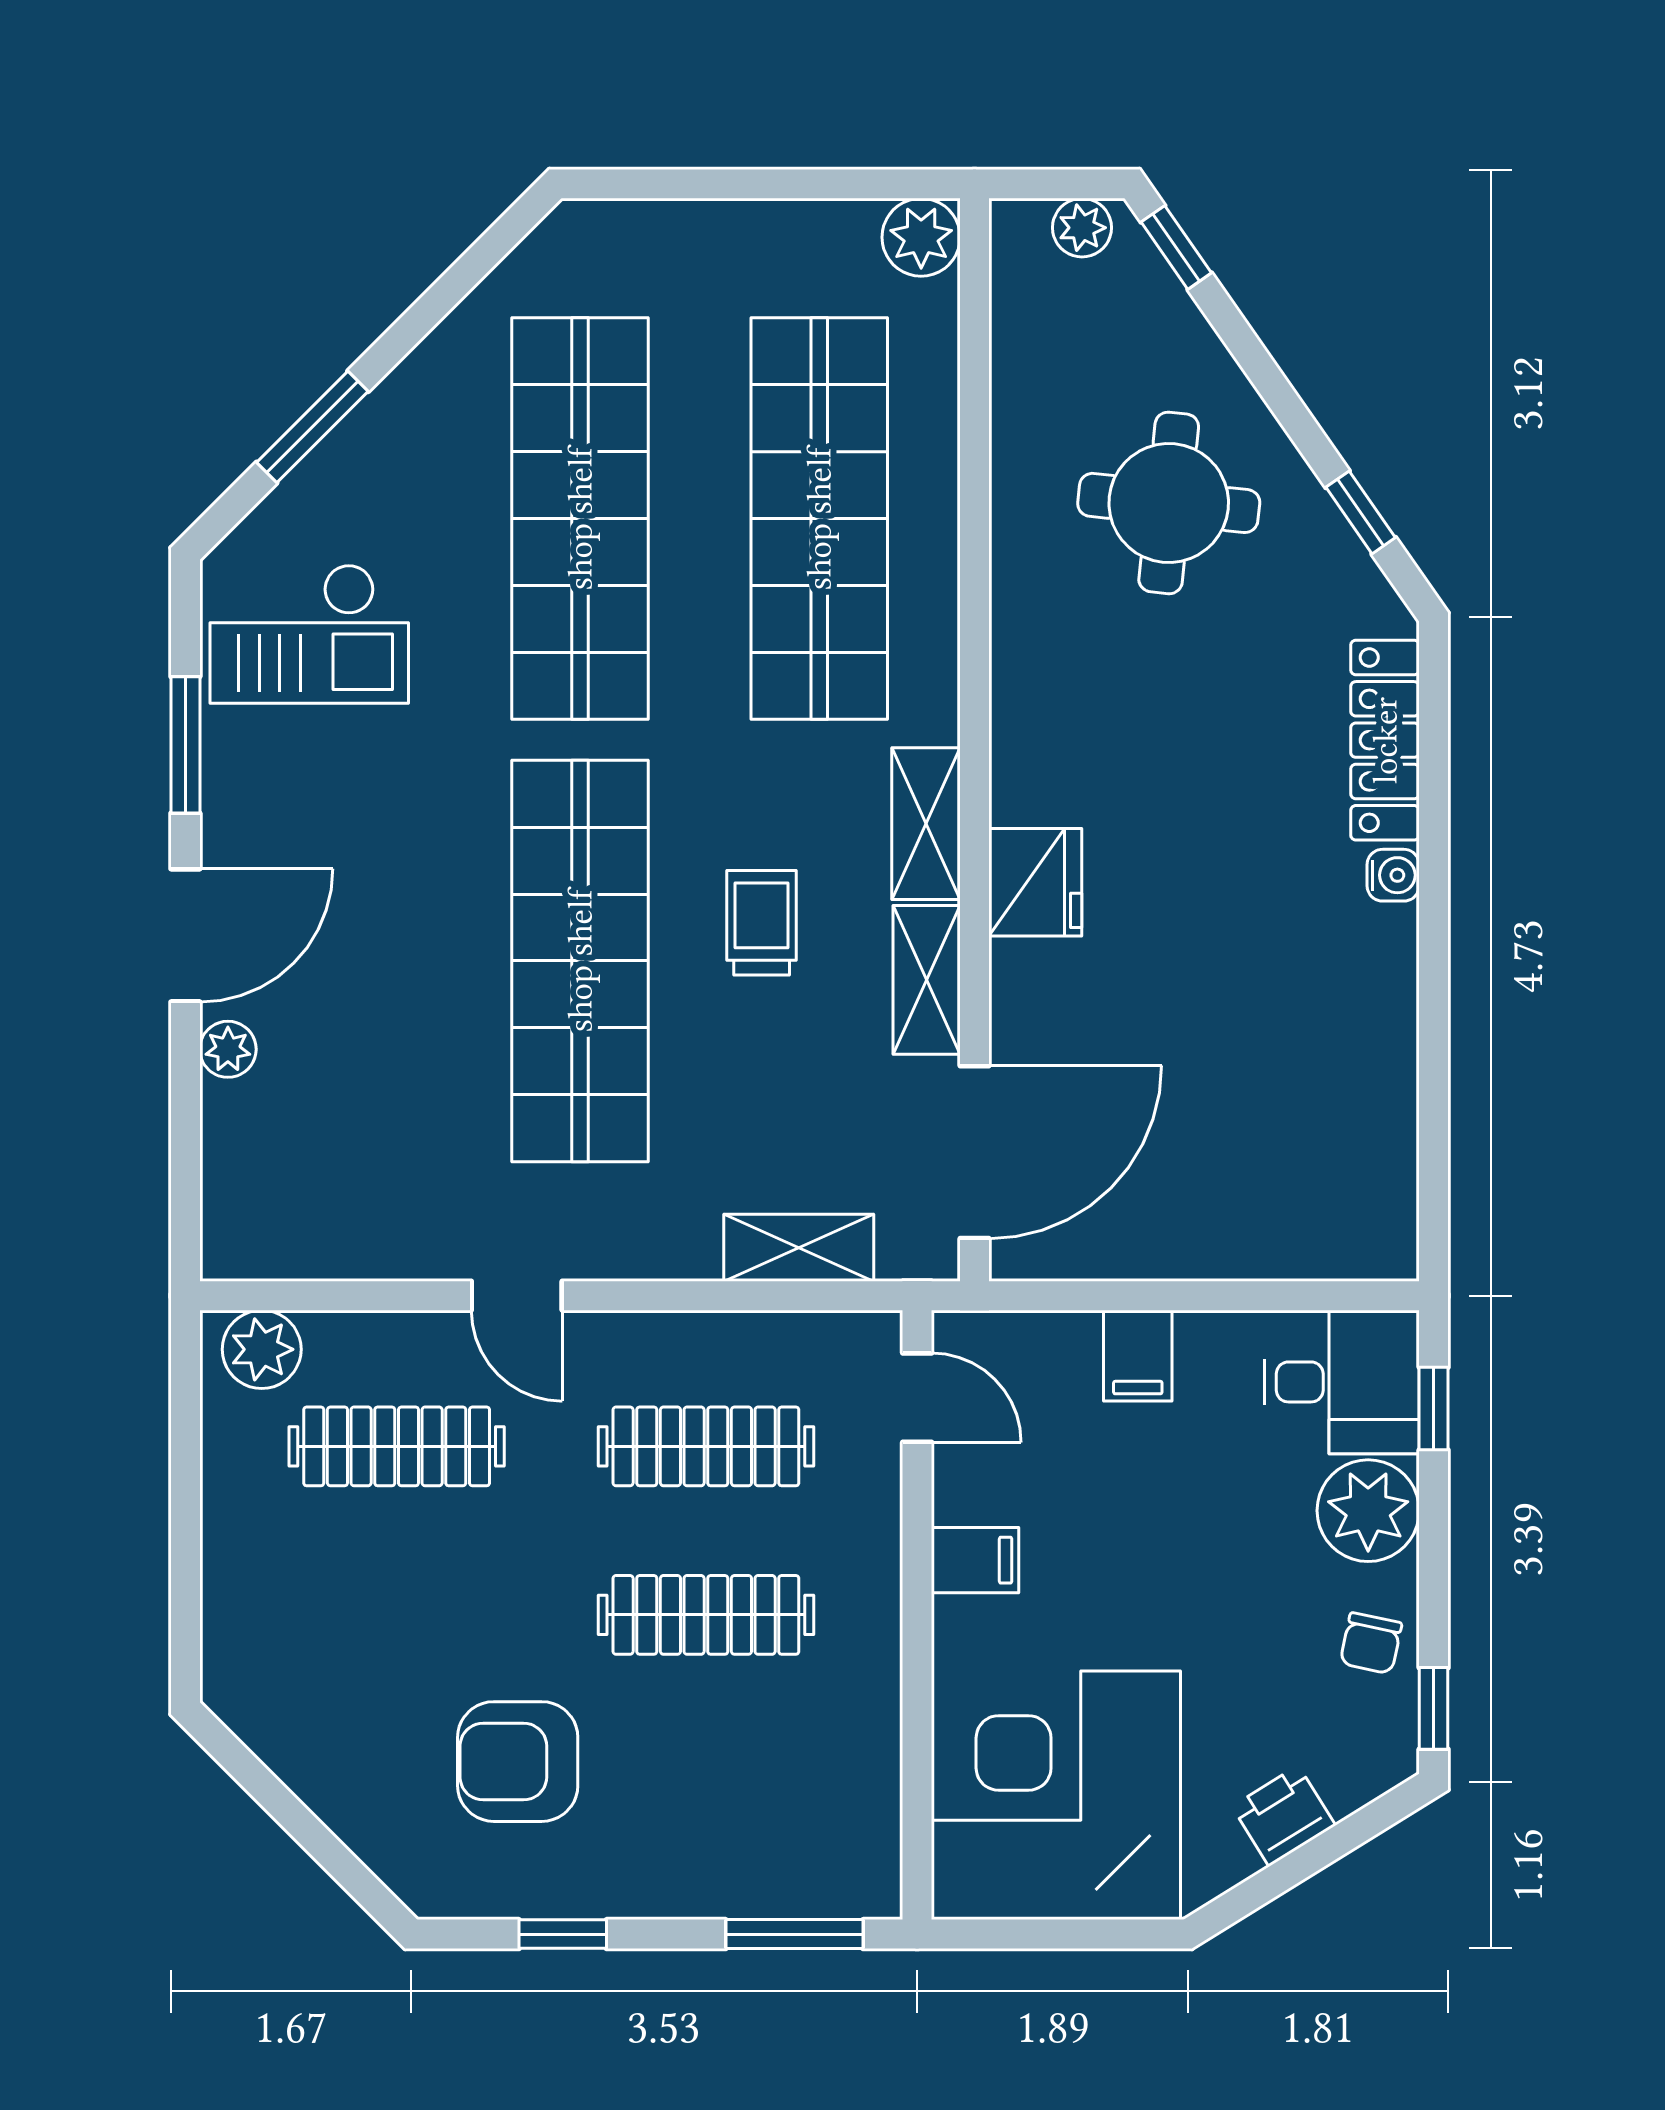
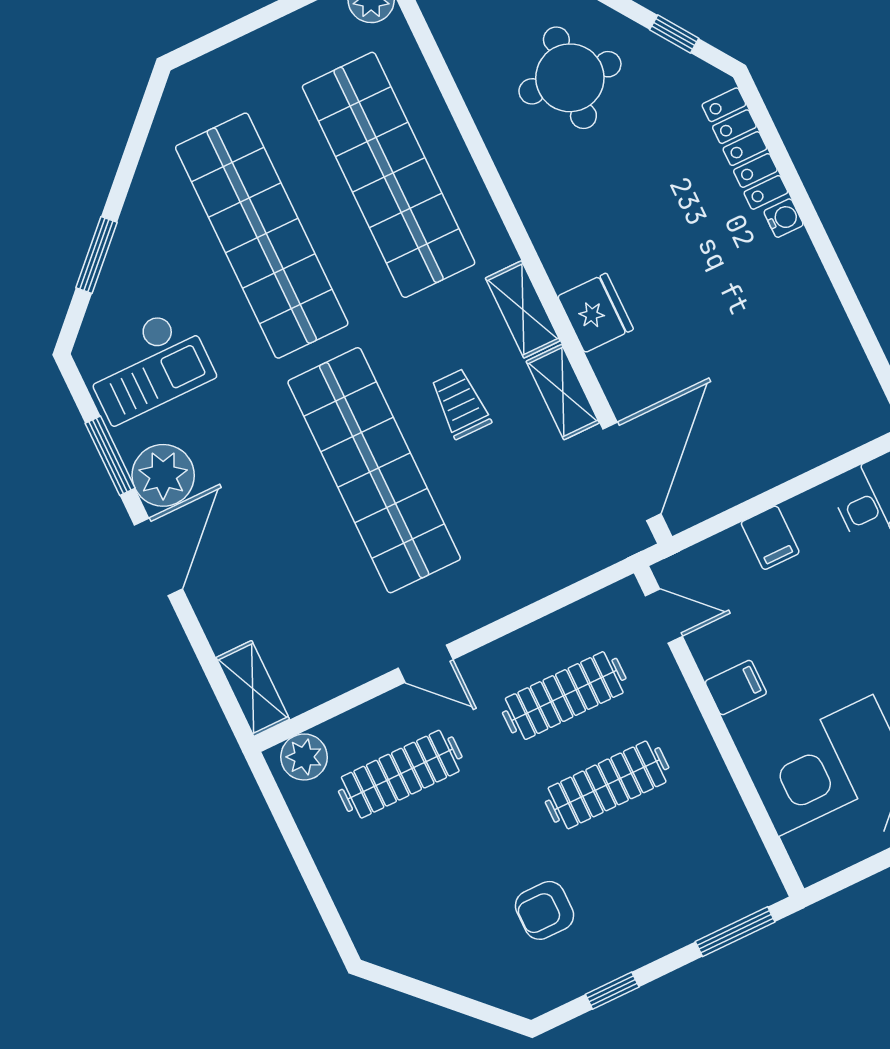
plant: (228, 1049) -> (163, 475), moved, width x1.87, depth x1.87
shelving: (799, 1248) -> (253, 688), moved, turned 90
armchair: (518, 1762) -> (545, 910), width x0.72, depth x0.72

